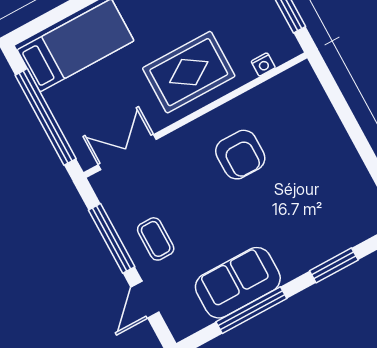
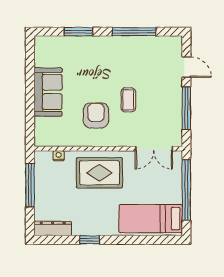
coffee table: (156, 239) -> (128, 100), moved
sofa: (238, 283) -> (48, 92), moved, turned -90
door: (145, 300) -> (186, 67), hinge flipped

